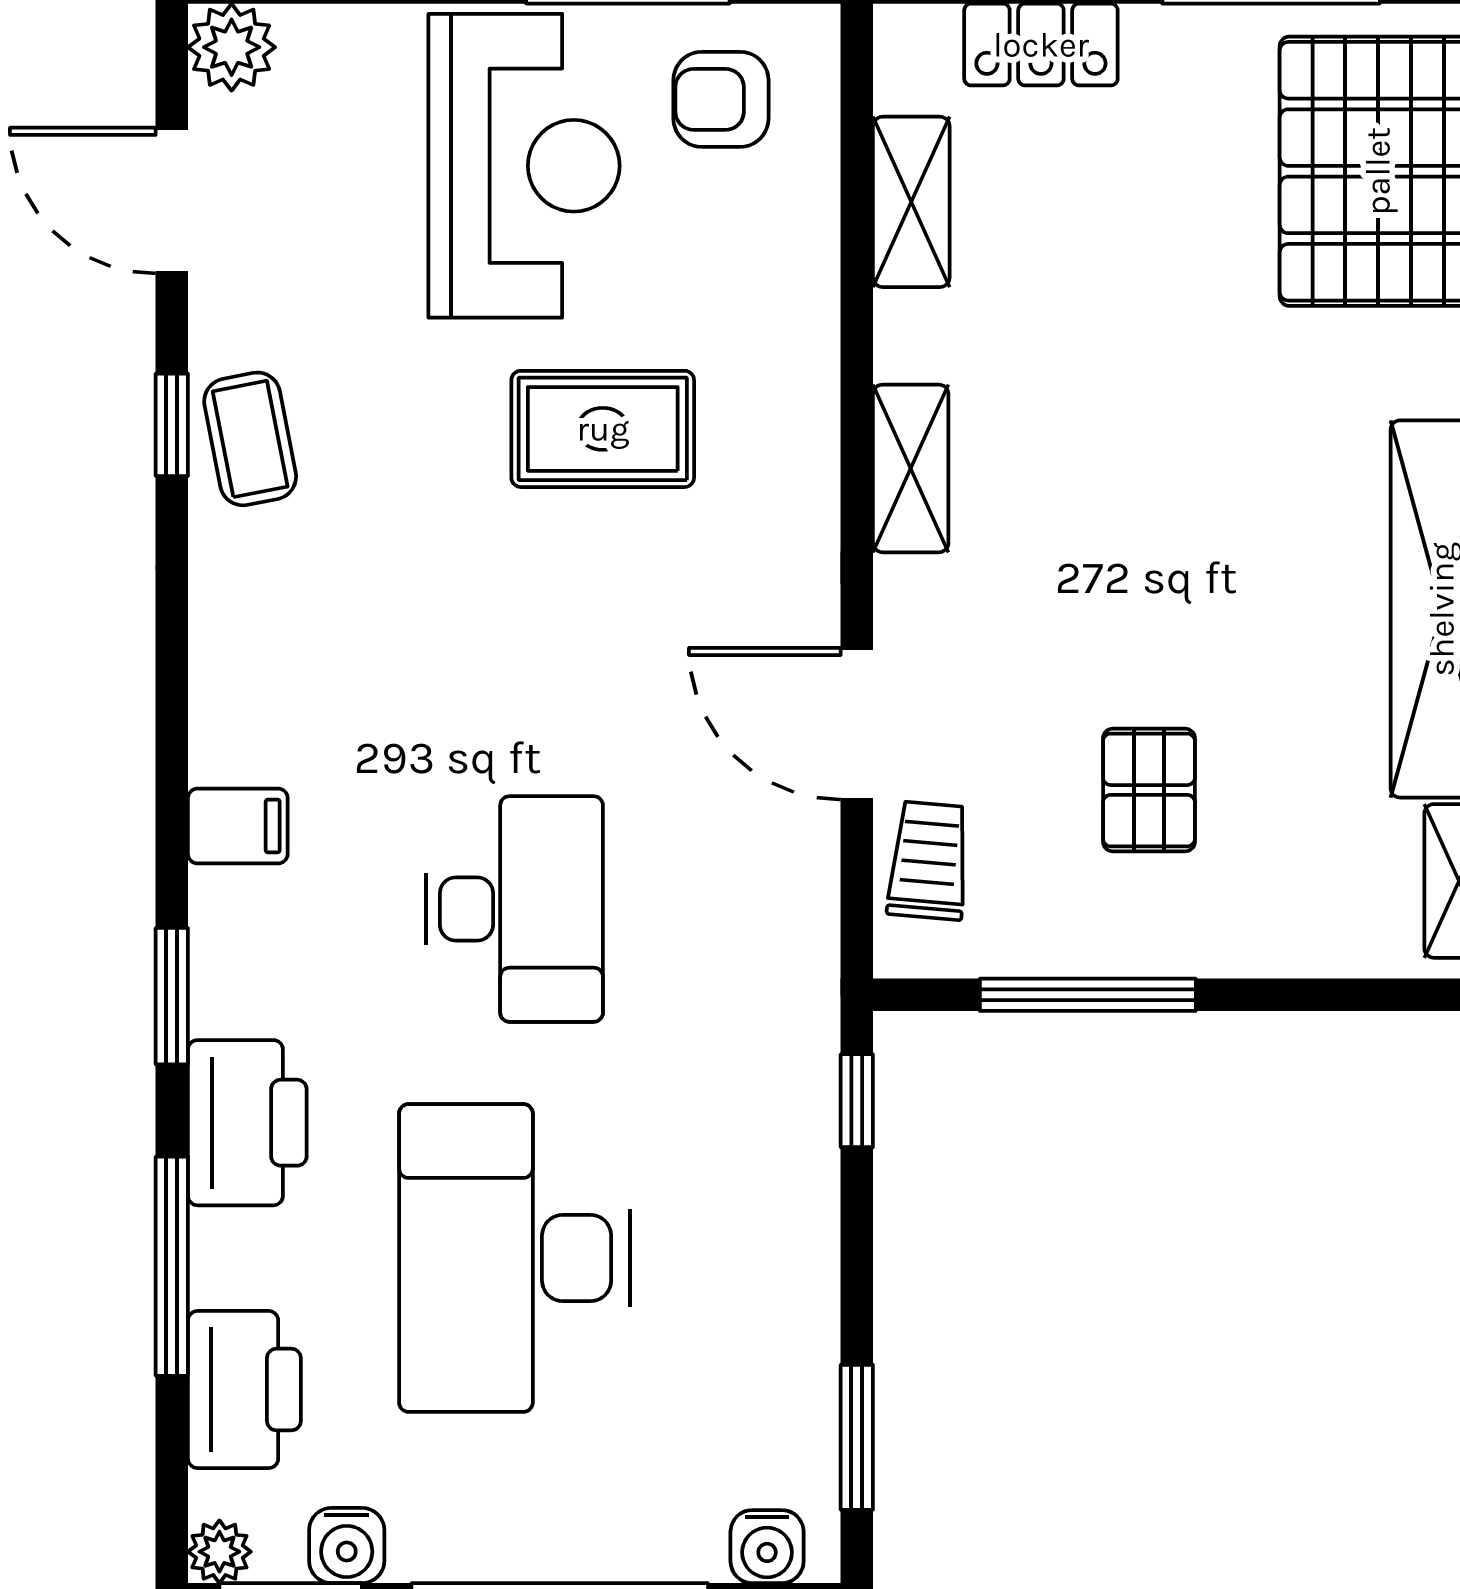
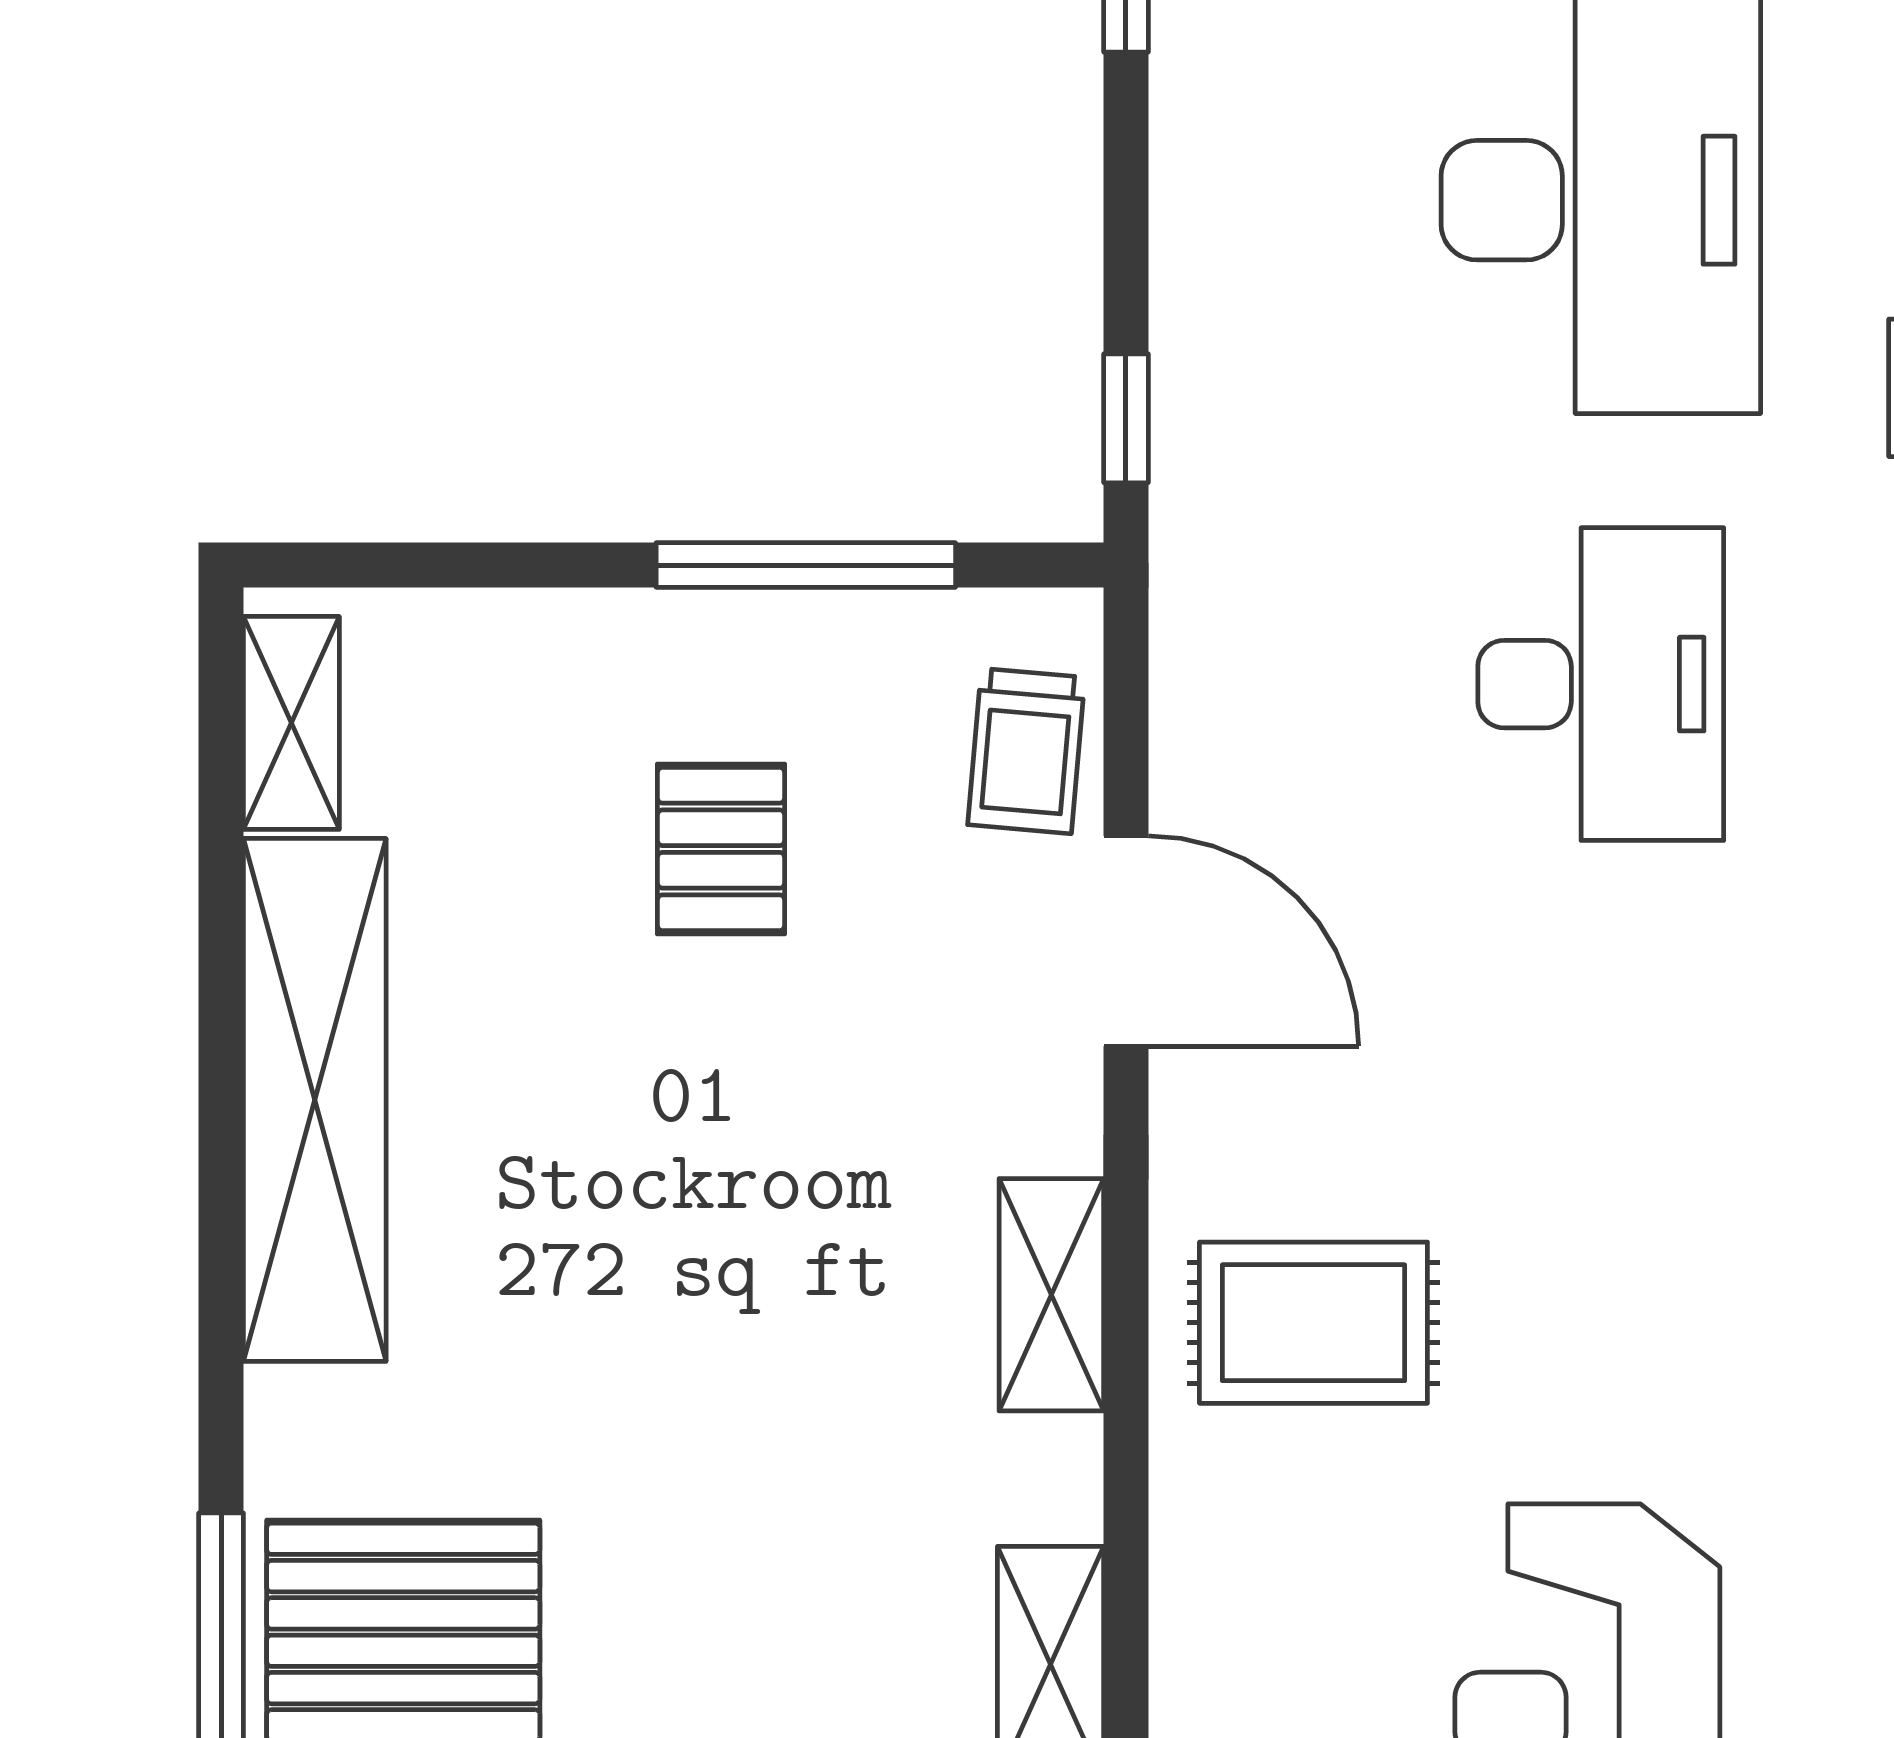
rug: (603, 429) -> (1313, 1323), moved
desk: (514, 909) -> (1601, 684), turned 180

